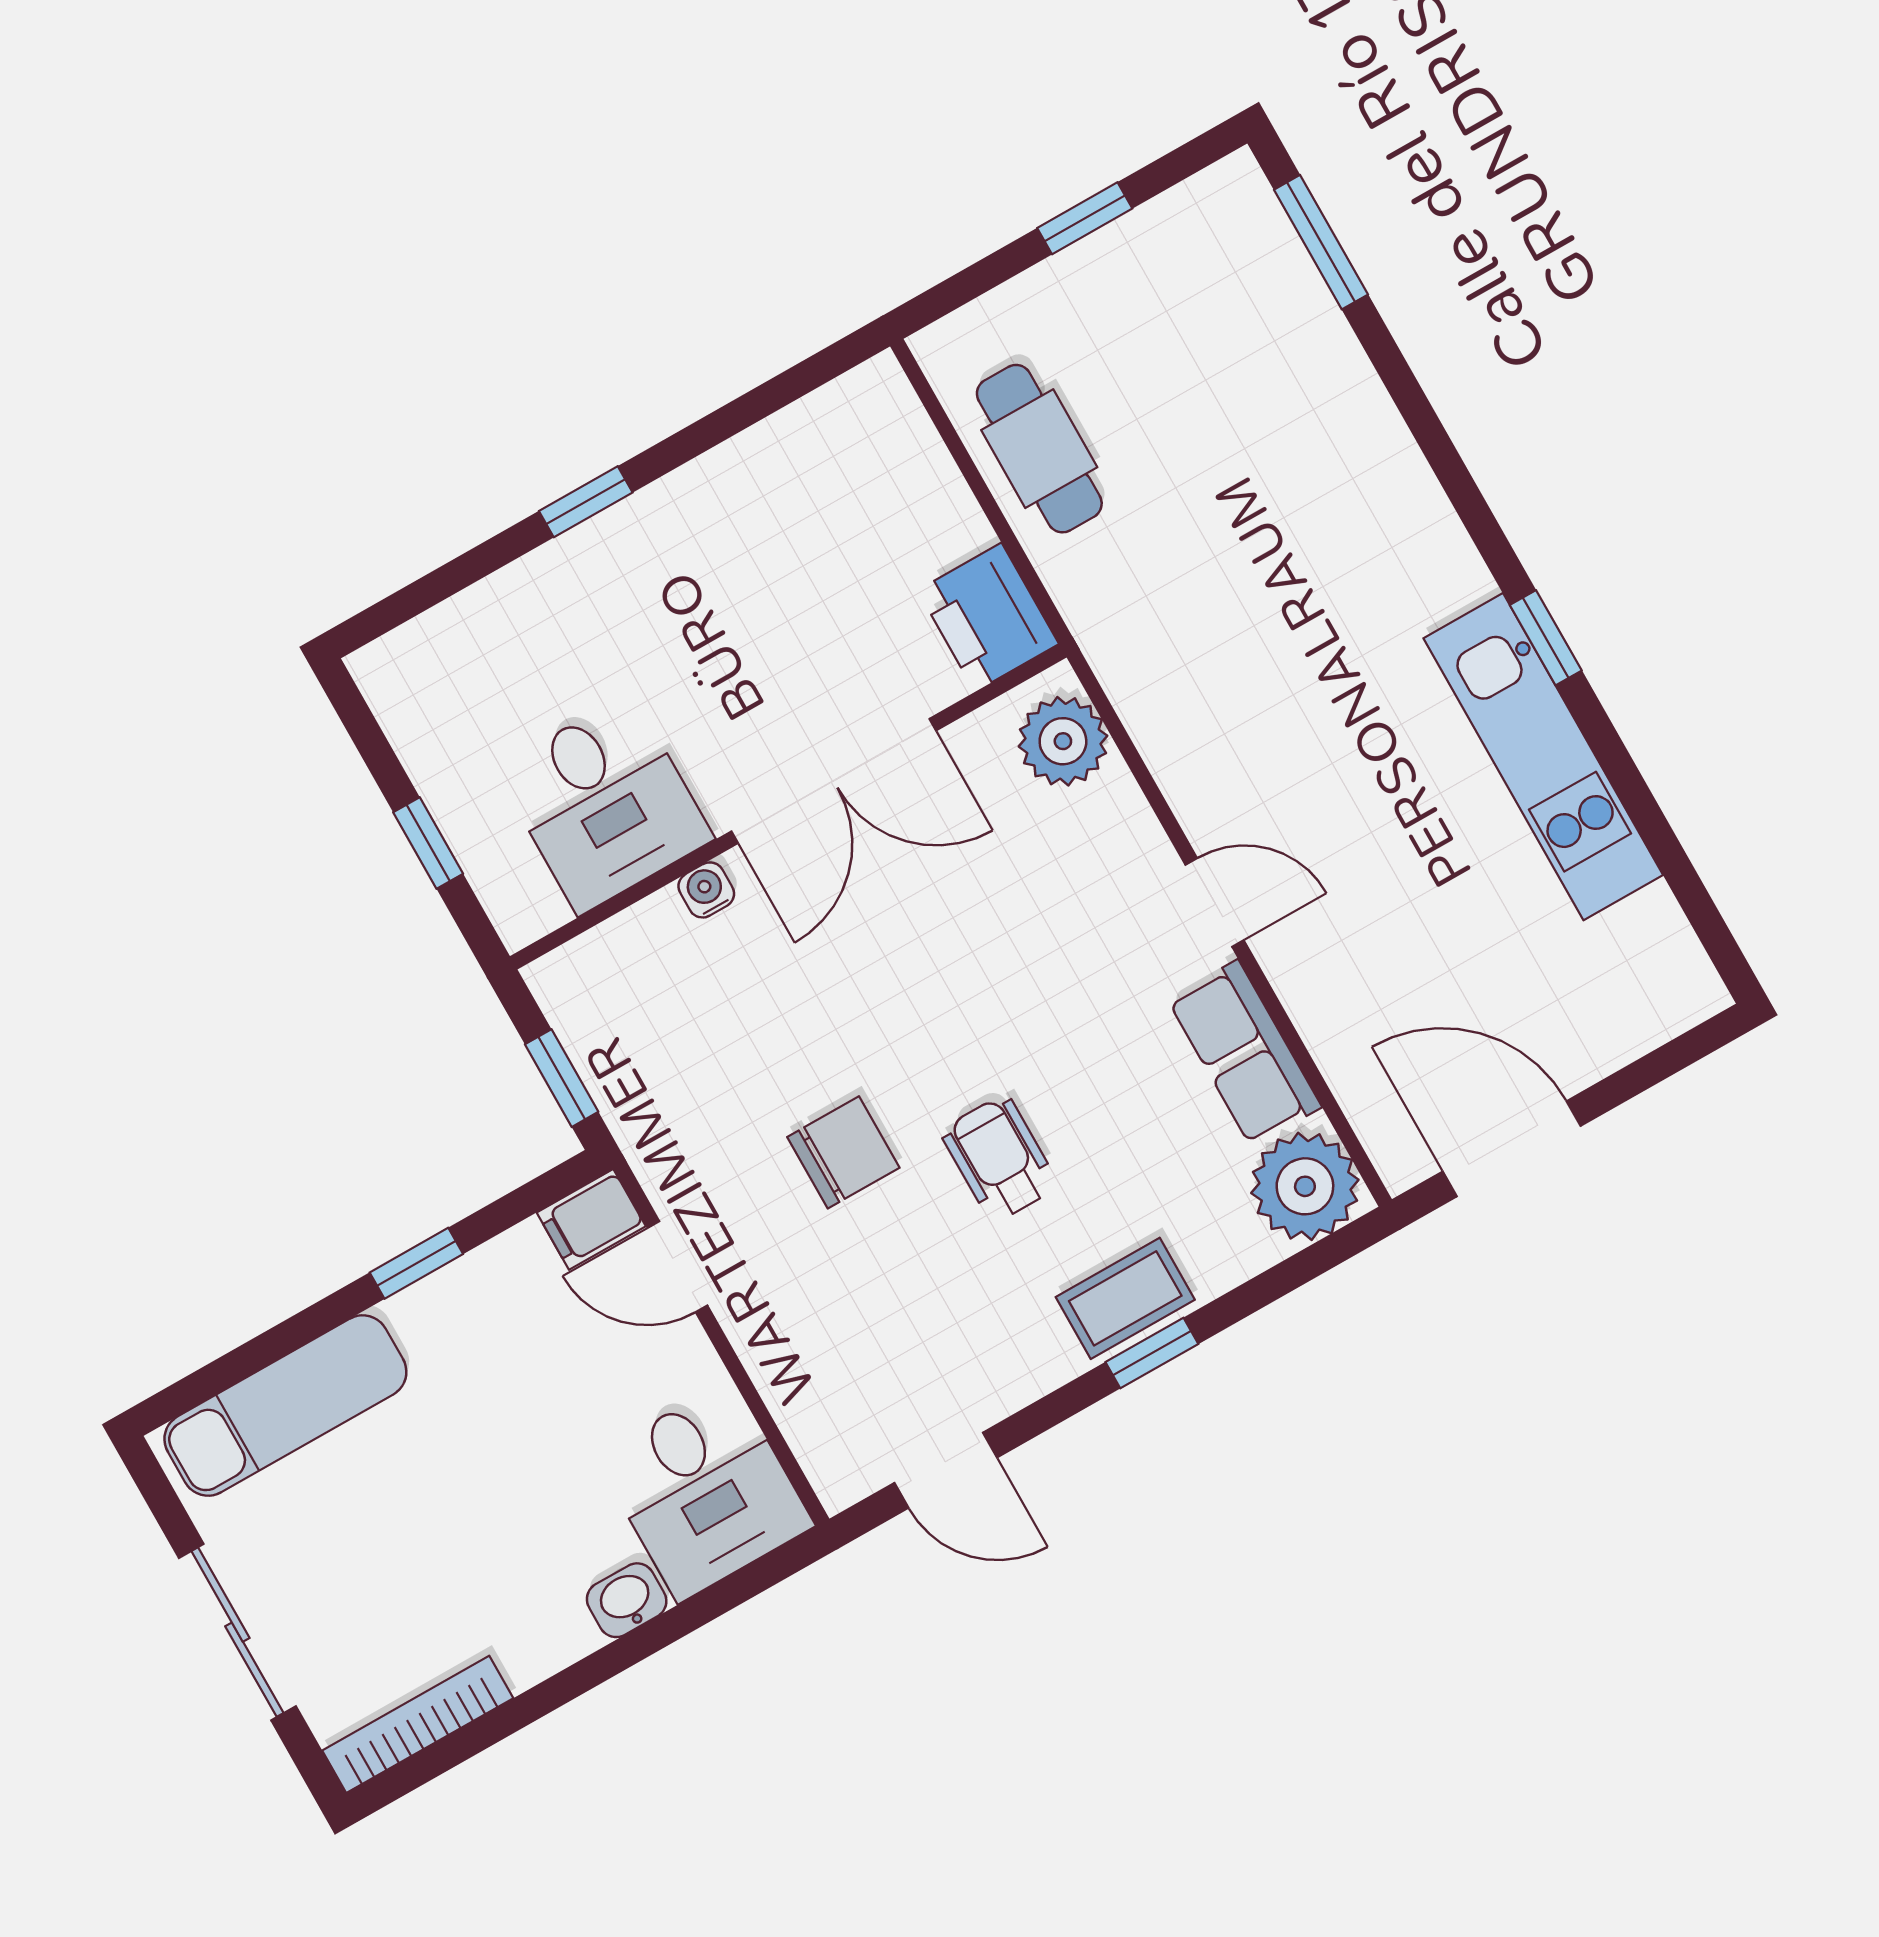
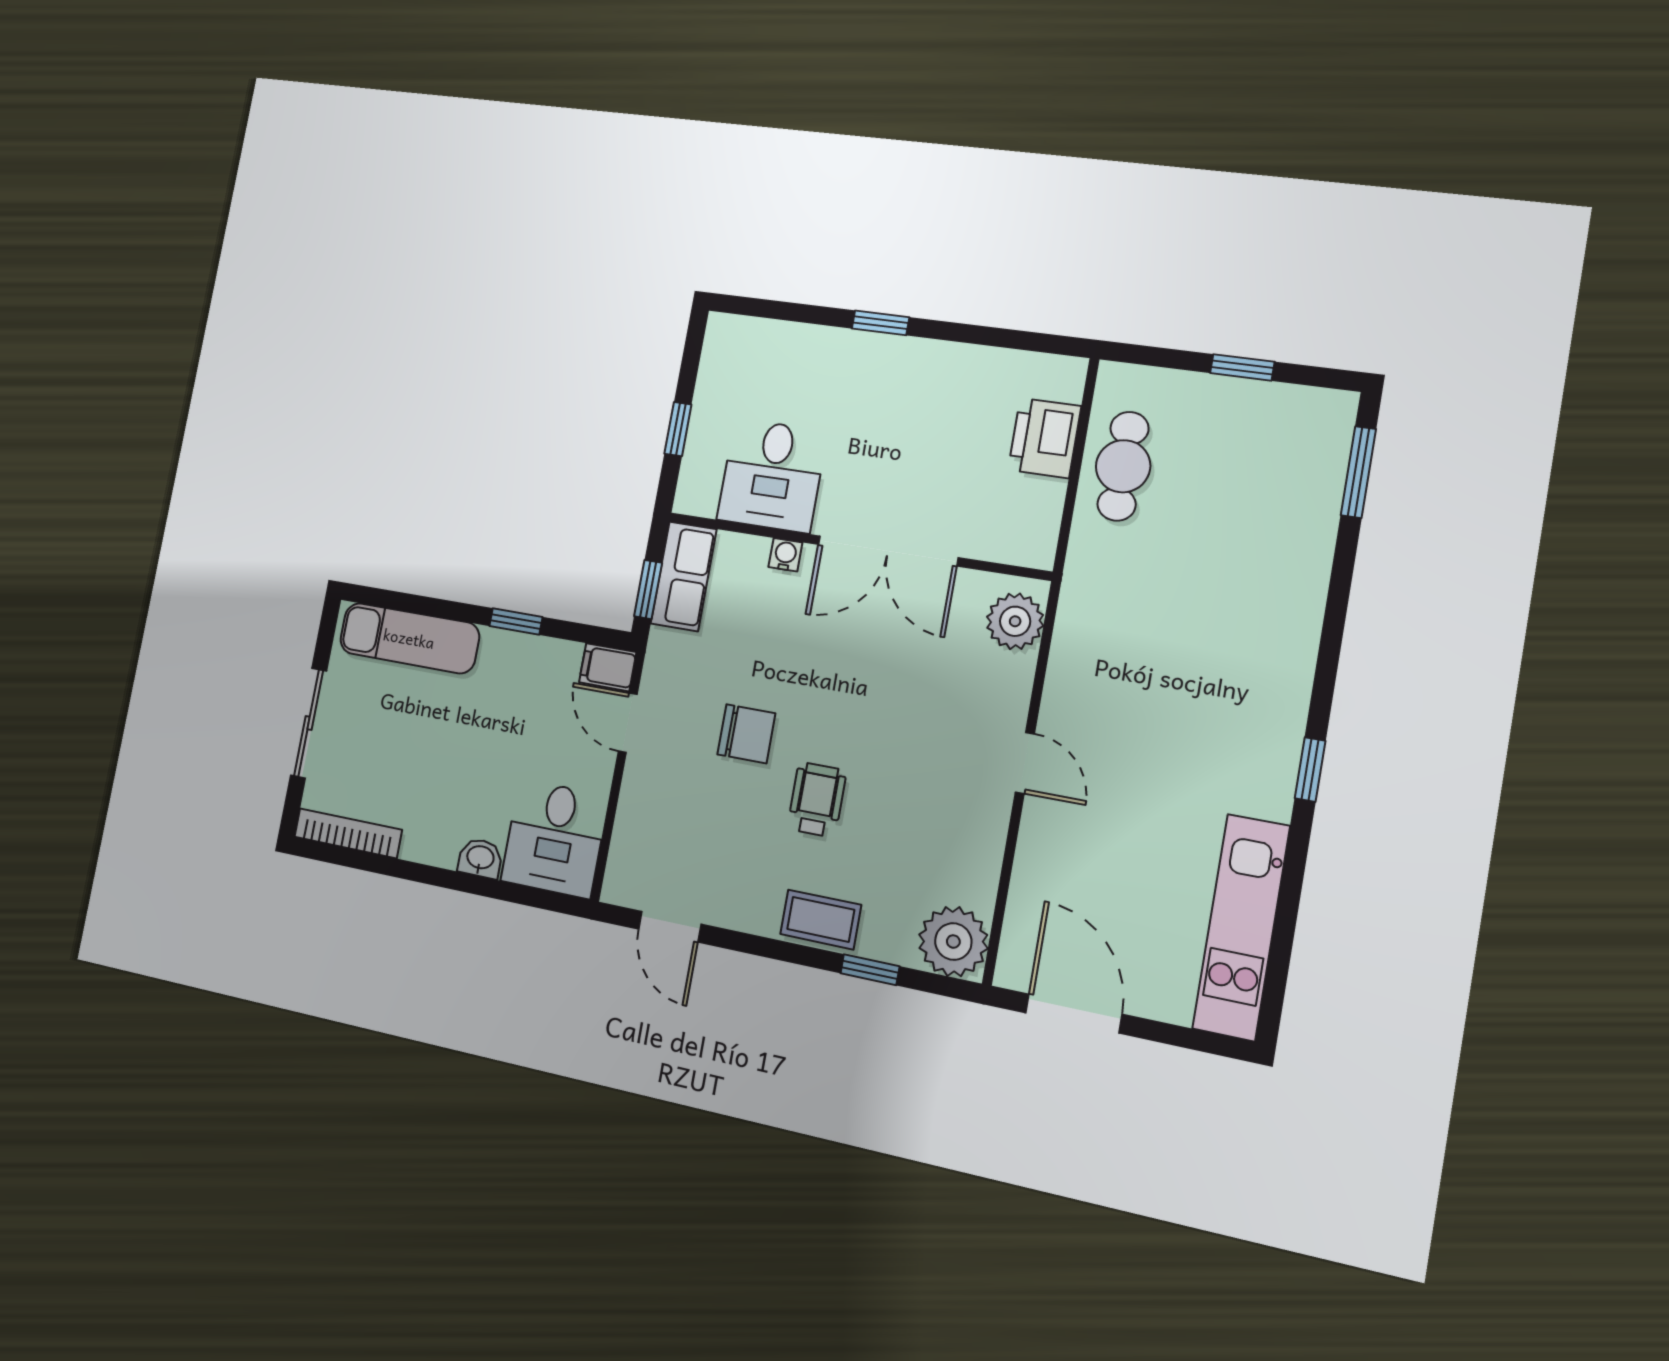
printer: (988, 617) -> (1044, 438), moved
kitchen unit: (1543, 757) -> (1241, 927), moved
row of seats: (1245, 1053) -> (684, 576), moved, turned 180
window: (1152, 1353) -> (870, 970), moved

